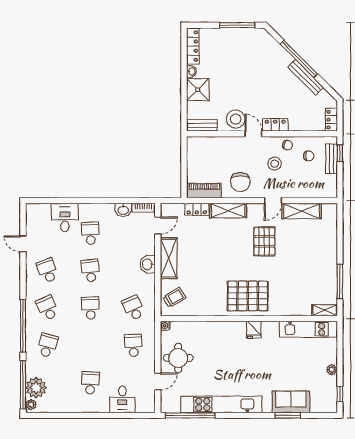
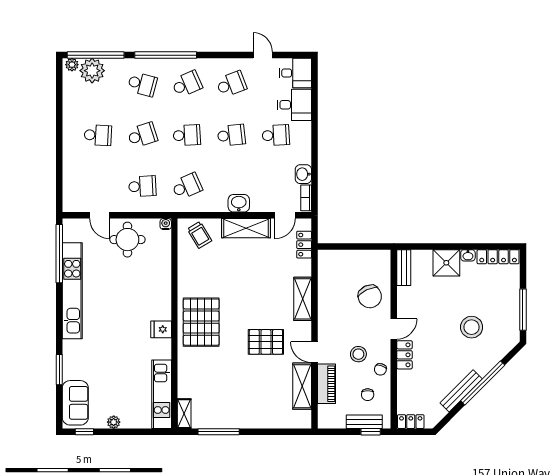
stool: (236, 119) -> (472, 327), moved
chair: (240, 182) -> (370, 296), moved, turned -115
piano: (204, 191) -> (326, 384), moved
locker: (197, 209) -> (304, 245), moved
door: (158, 225) -> (285, 215), hinge flipped
door: (23, 244) -> (263, 55), hinge flipped
school desk: (90, 345) -> (142, 135), added
desk: (122, 399) -> (295, 73), moved, turned 180
sofa: (291, 402) -> (75, 403), moved

